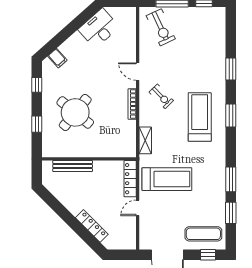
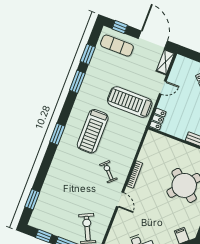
window: (231, 69) -> (32, 199), moved
treadmill: (200, 117) -> (93, 131), moved
shelving: (145, 140) -> (165, 62), moved
locker: (130, 179) -> (158, 119), width x0.66

